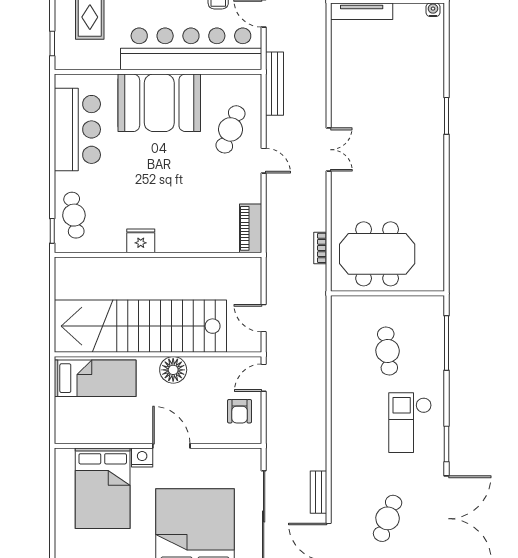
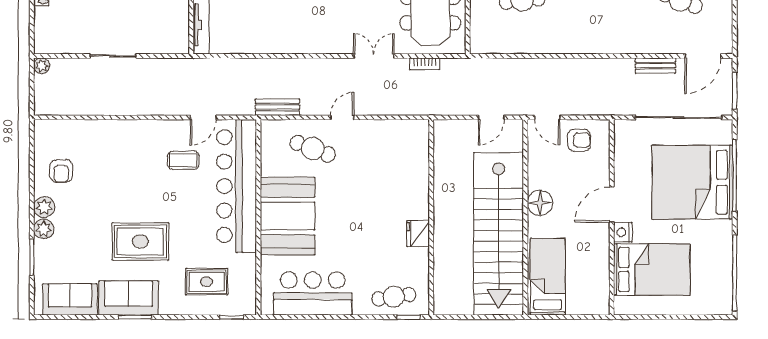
bench: (275, 84) -> (277, 107), width x0.73
double door: (329, 150) -> (374, 56), moved
piano: (251, 228) -> (406, 130), removed

